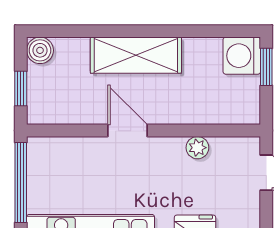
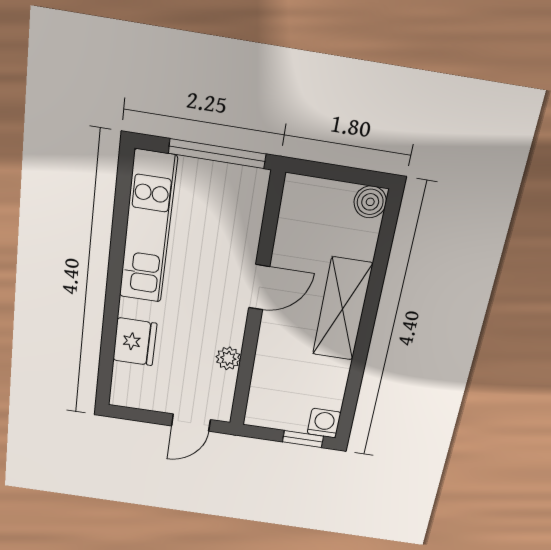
washing machine: (242, 56) -> (324, 423), width x0.73, depth x0.73
window: (21, 89) -> (330, 172), removed

